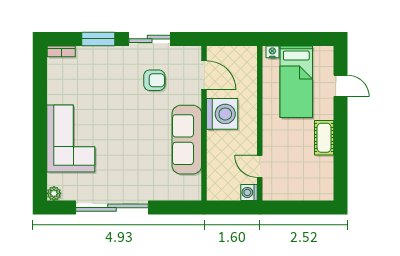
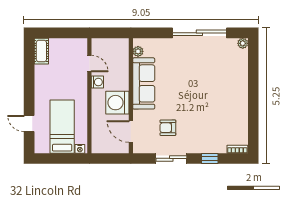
window: (98, 39) -> (210, 158), width x0.67
cot: (324, 138) -> (41, 51), moved
corner sofa: (71, 139) -> (230, 84), removed
plant: (194, 183) -> (138, 51), added
washing machine: (249, 192) -> (97, 82), moved

